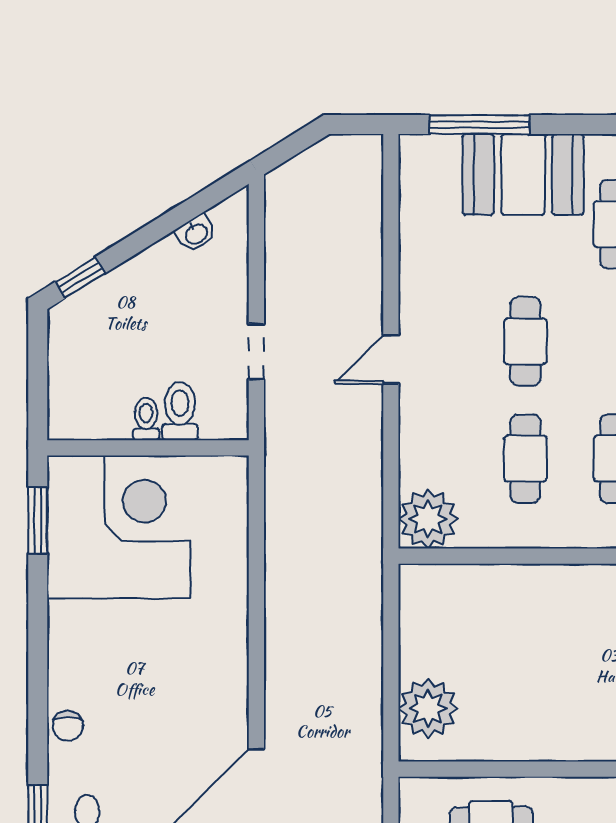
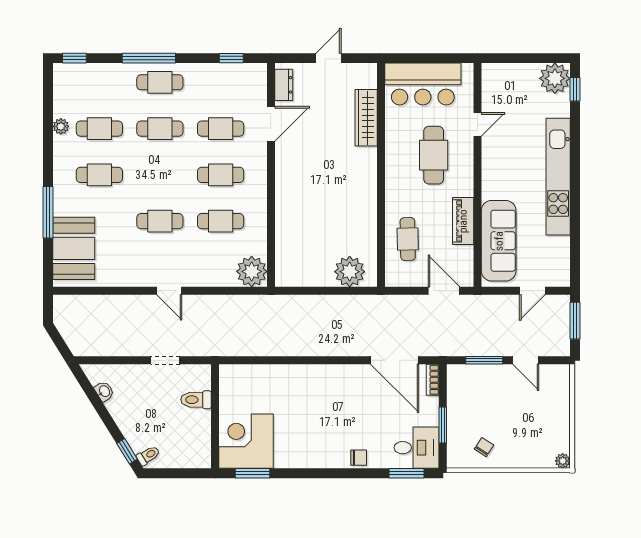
window: (479, 125) -> (48, 212), moved
booth: (523, 174) -> (74, 248), moved
toilet: (146, 419) -> (148, 455), moved, turned 148
corner desk: (119, 527) -> (246, 441), width x0.74, depth x0.74

